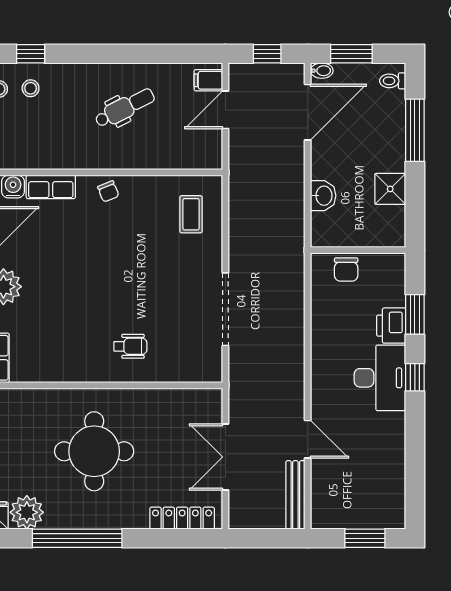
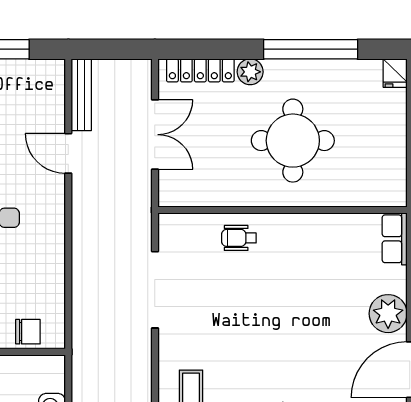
chair: (346, 269) -> (28, 332), turned 90
wheelchair: (130, 346) -> (239, 238), moved
plant: (27, 512) -> (250, 72), moved, width x0.73, depth x0.73

